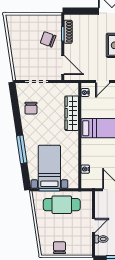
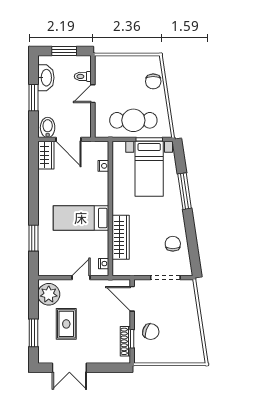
chair: (59, 248) -> (153, 81), moved

